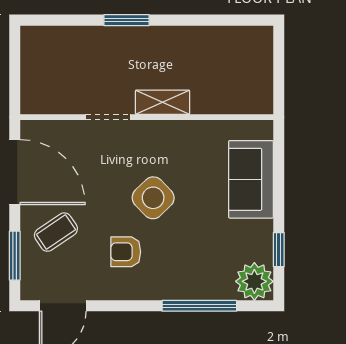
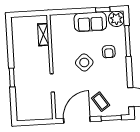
shelving: (163, 102) -> (43, 35), moved
sofa: (251, 179) -> (90, 22), moved
armchair: (126, 252) -> (109, 52), moved

